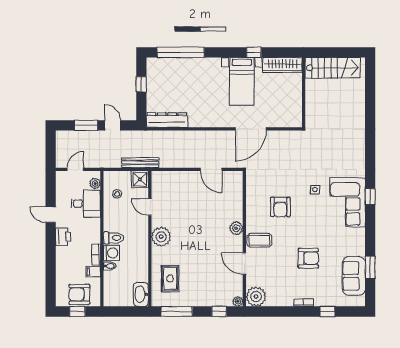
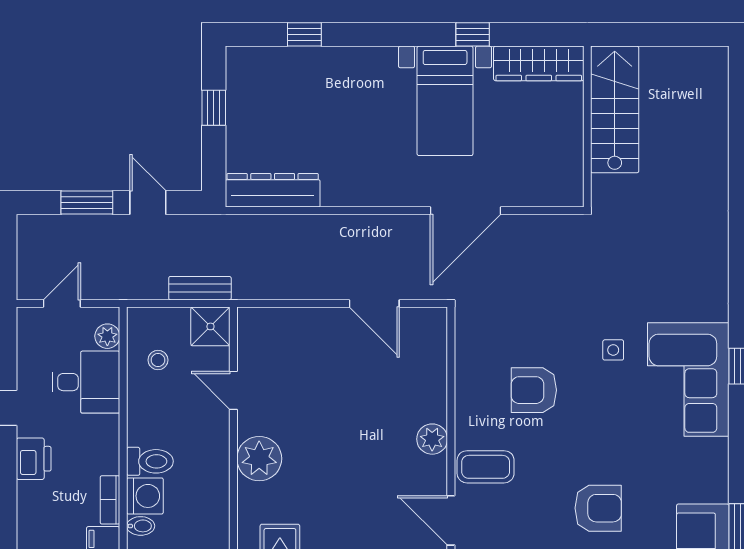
window: (181, 52) -> (304, 34), width x0.32
stairs: (333, 68) -> (615, 109), moved, turned -90
bench: (140, 163) -> (200, 288), width x0.73
armchair: (280, 207) -> (534, 390), turned 90

